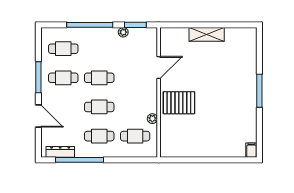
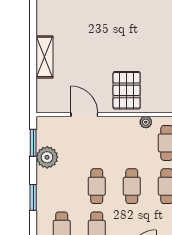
window: (90, 25) -> (33, 197), width x0.47
plant: (123, 32) -> (47, 157), width x1.87, depth x1.87

